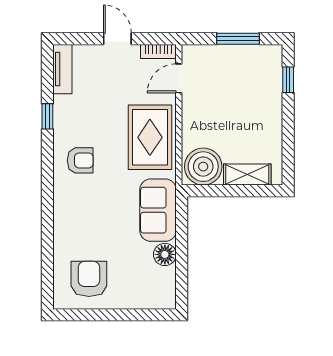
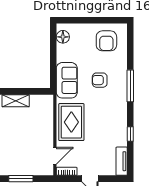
armchair: (80, 160) -> (100, 80), moved
boiler: (203, 167) -> (41, 105), removed
window: (47, 200) -> (130, 86), added
floor lamp: (165, 254) -> (63, 37), moved

